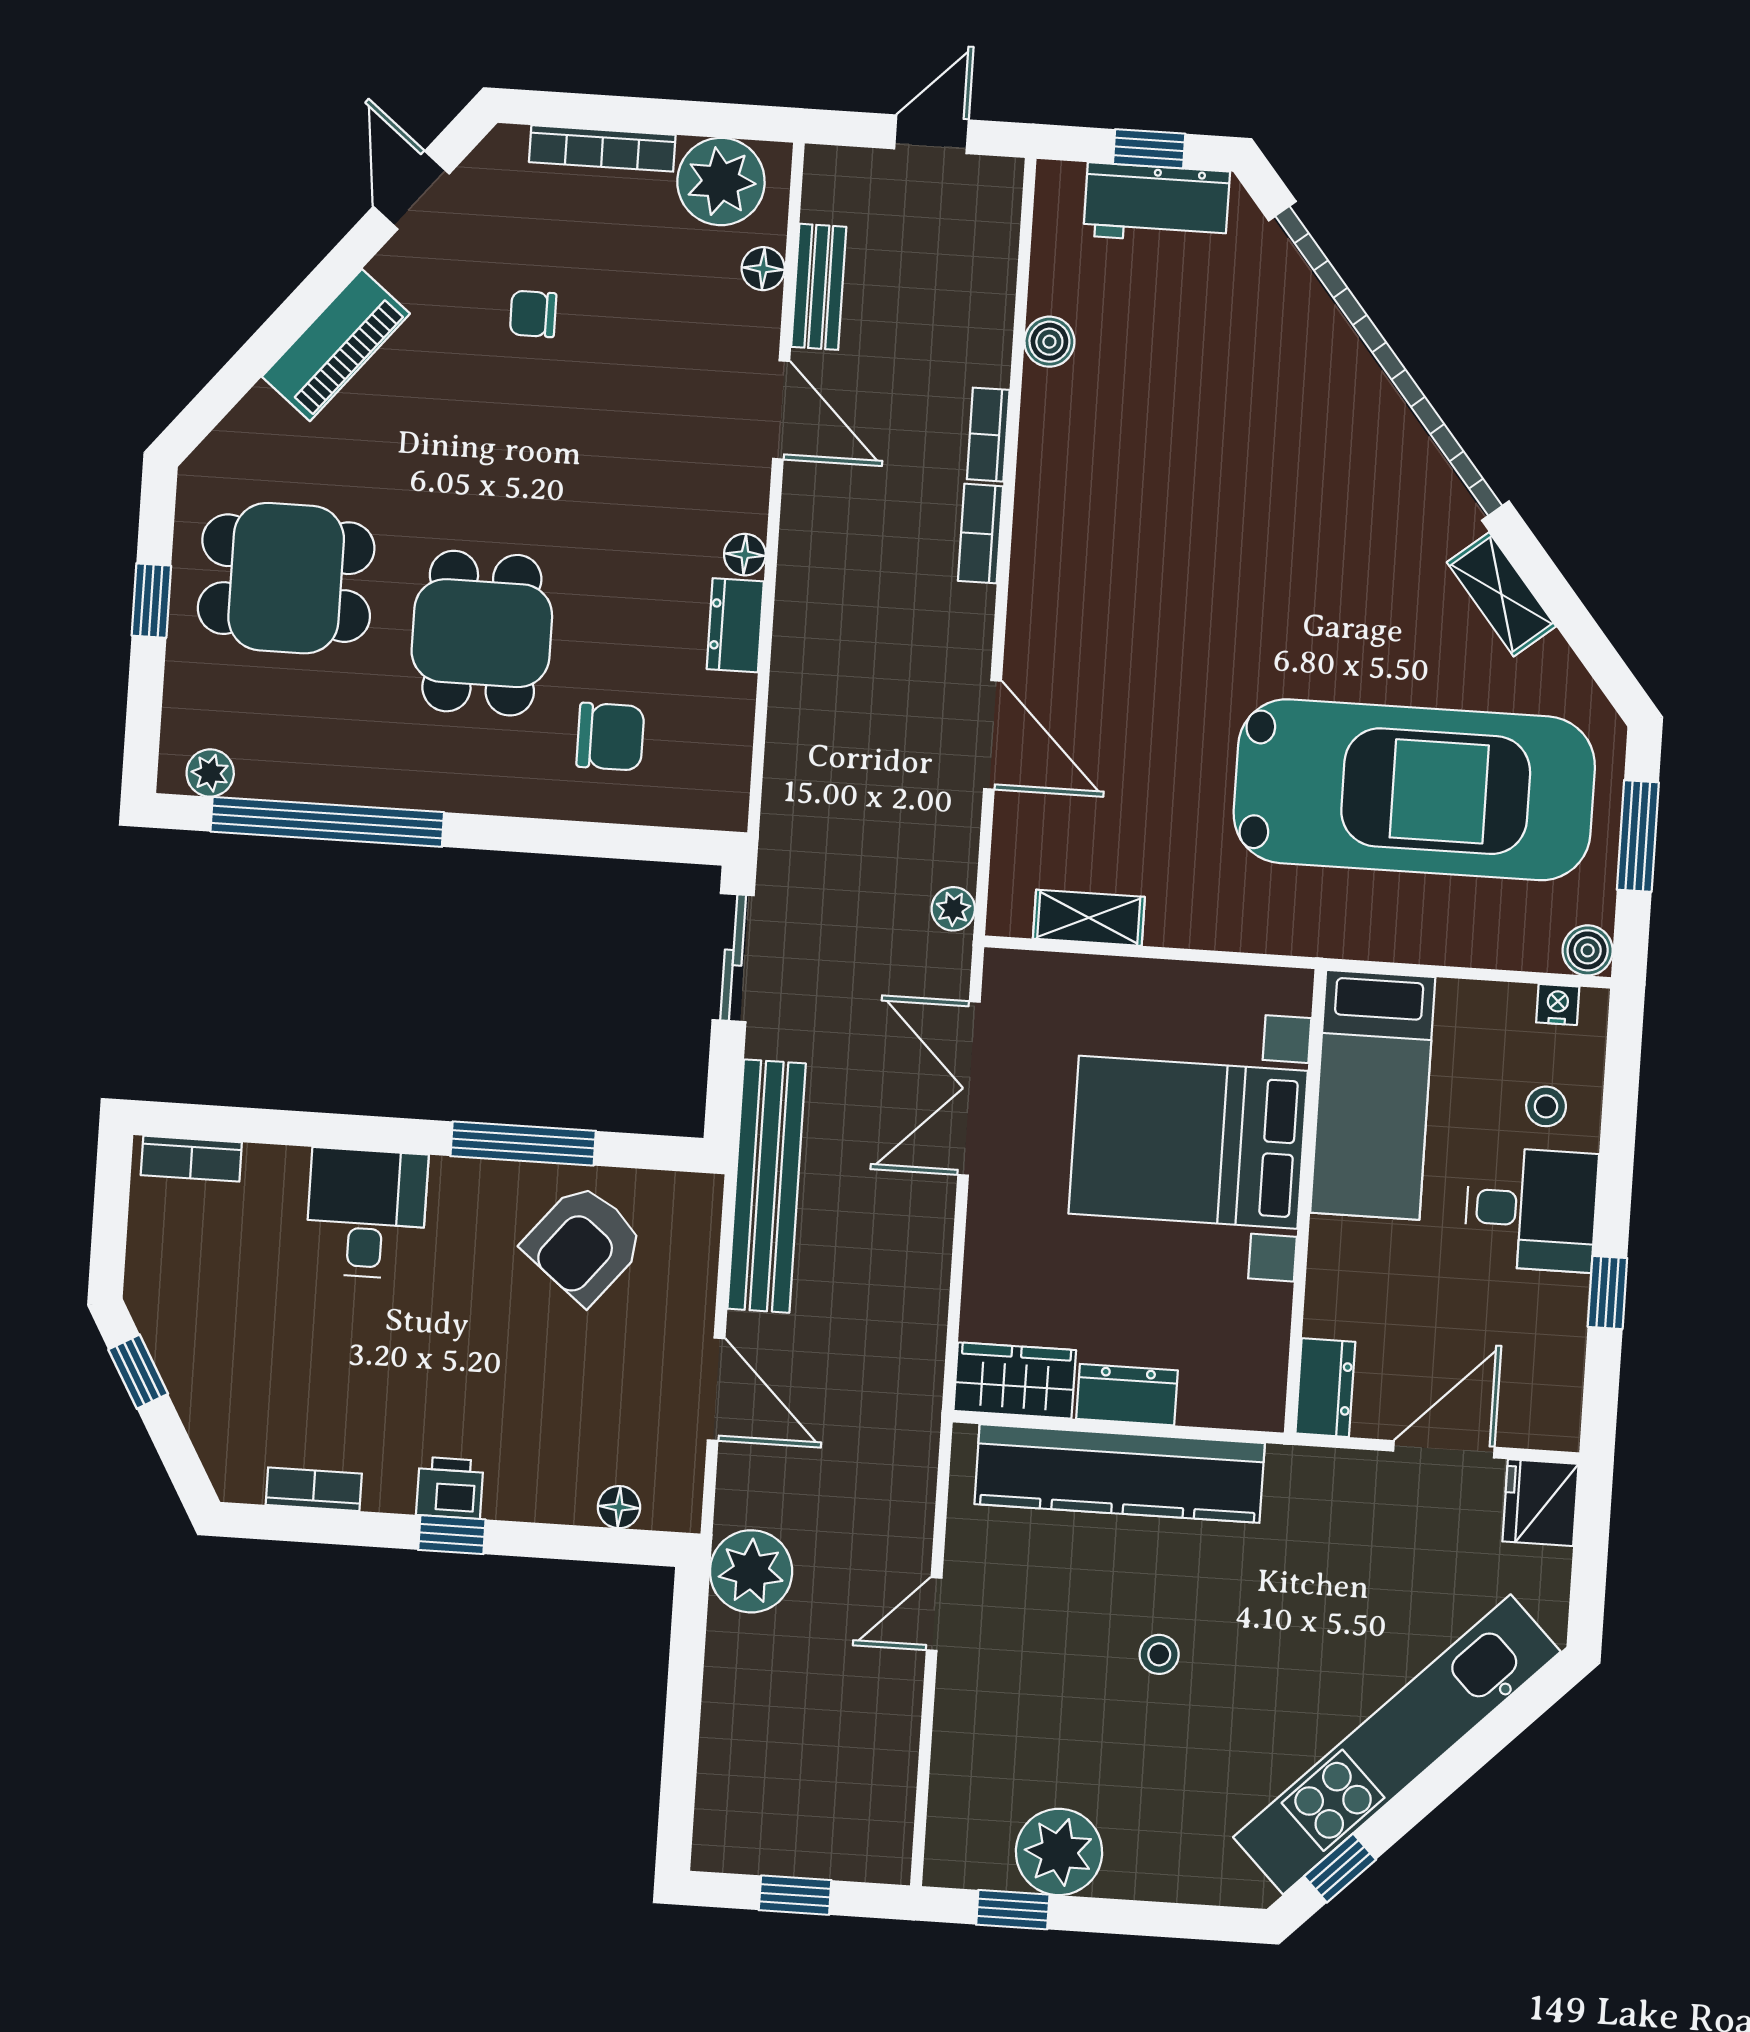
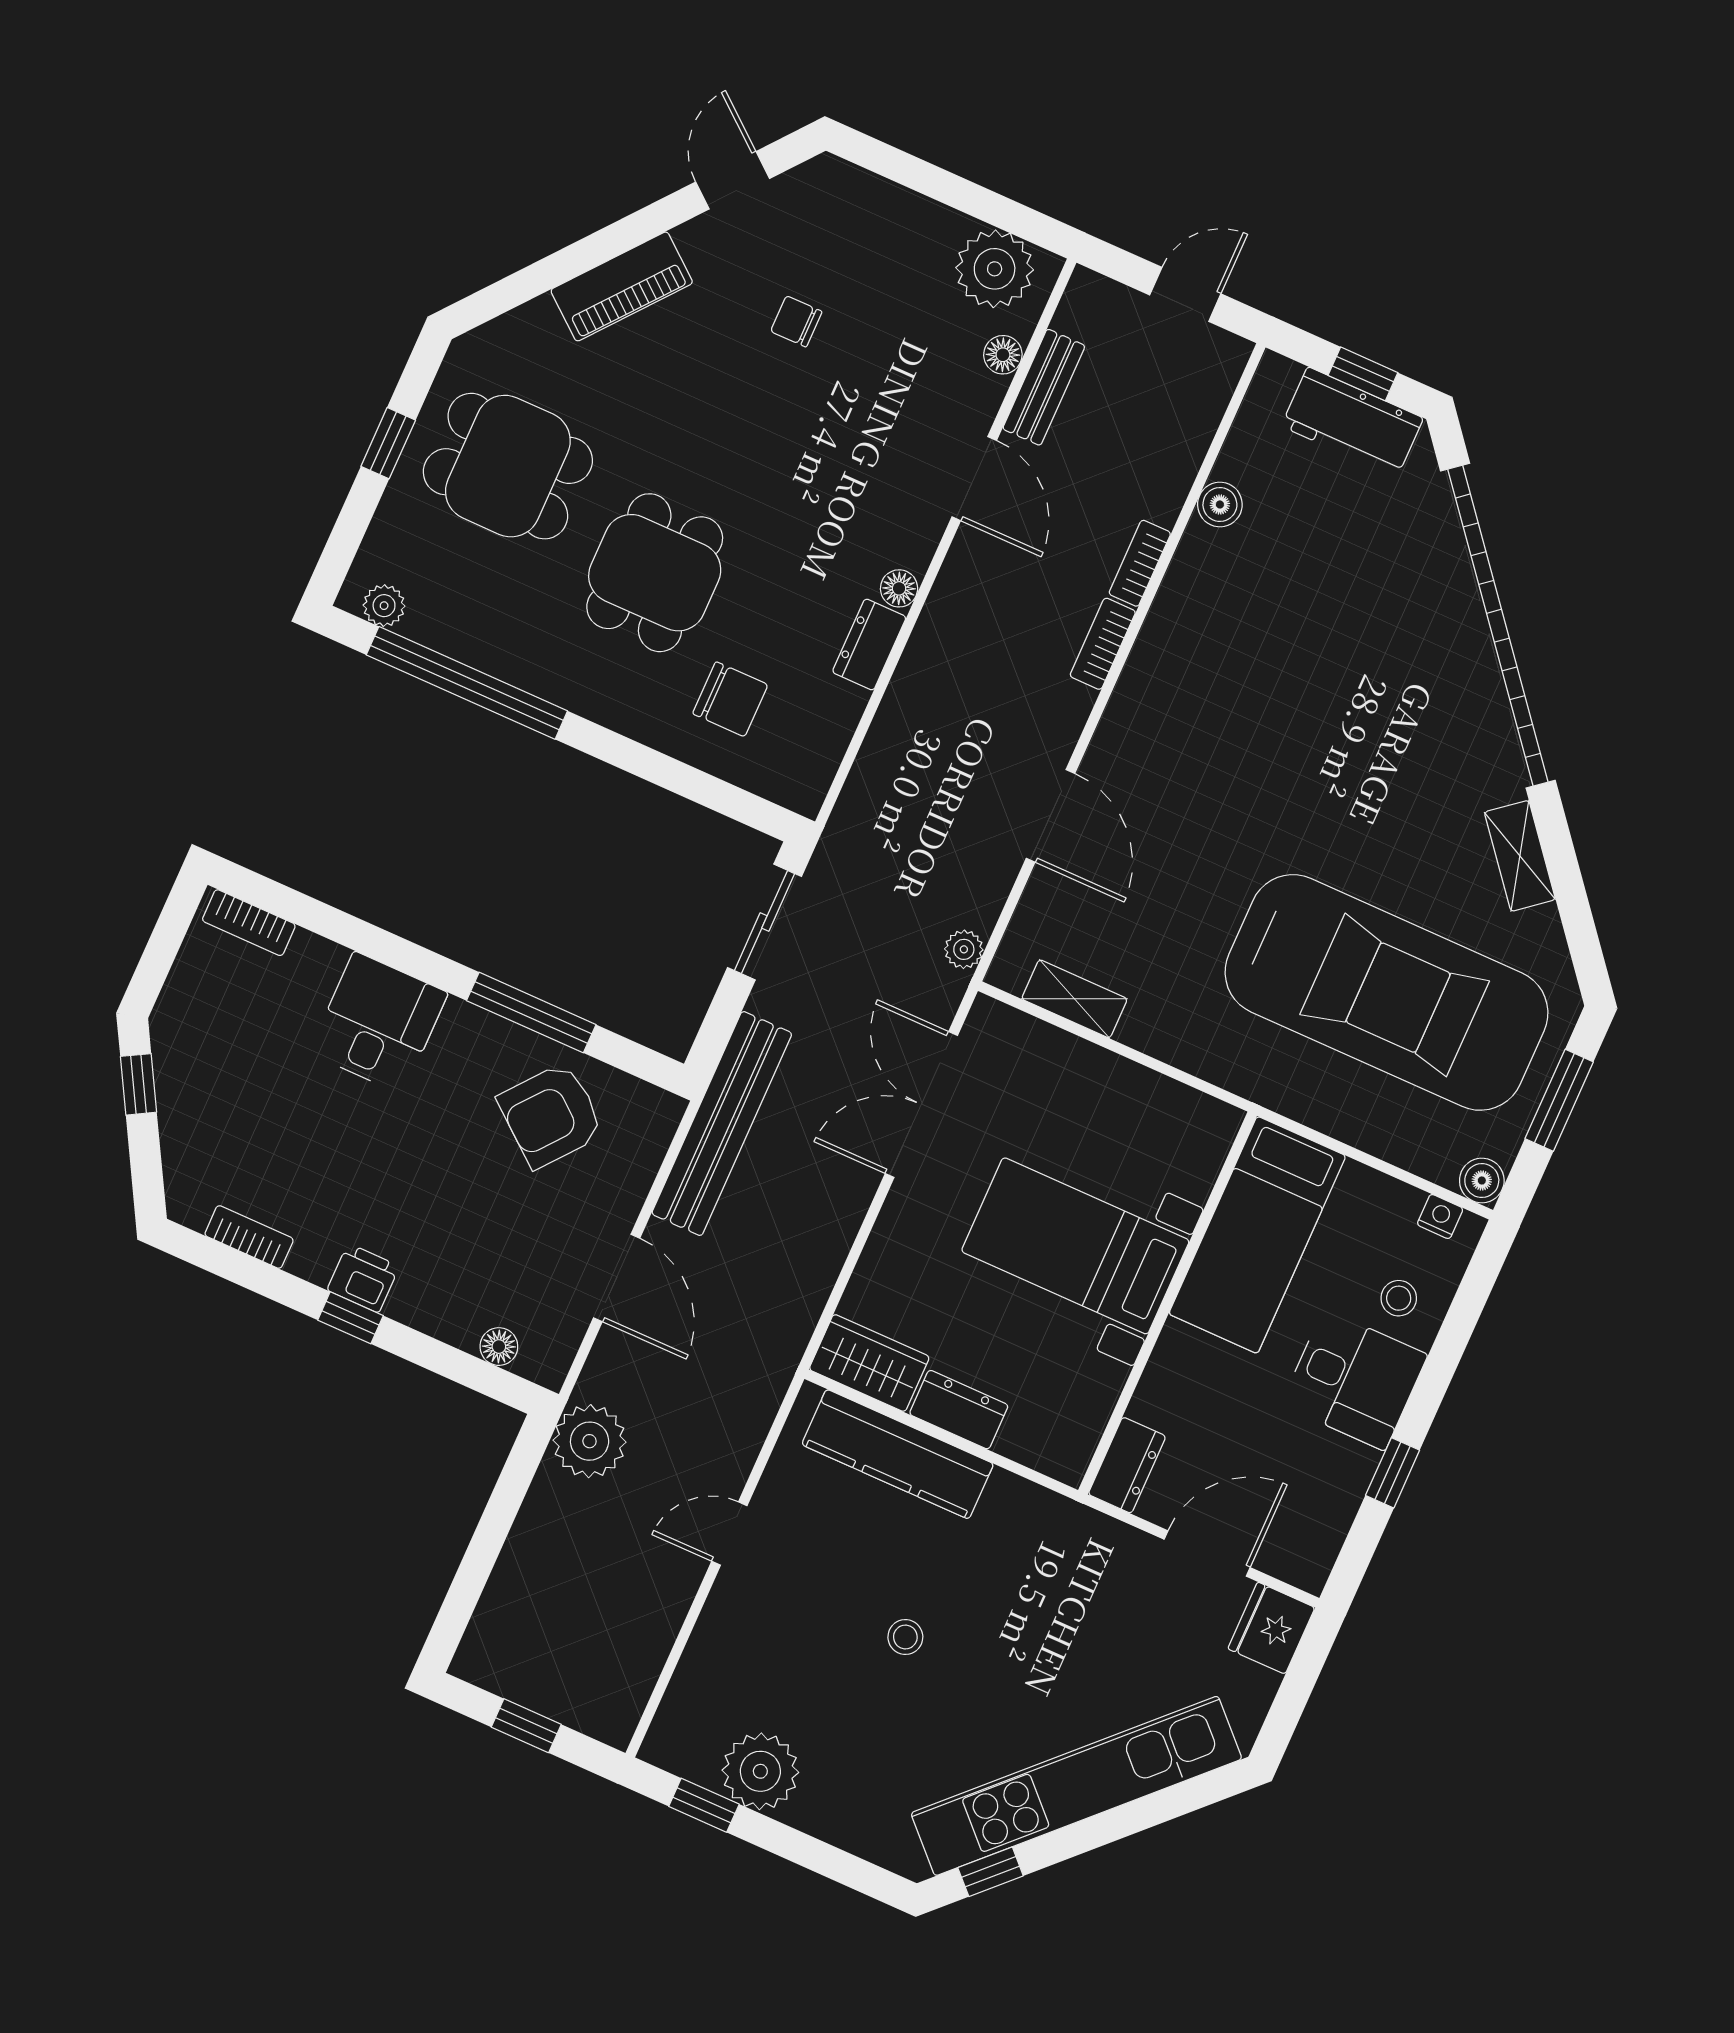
bookcase: (602, 148) -> (905, 204), removed
bed with nightstands: (1188, 1142) -> (1075, 1246), width x0.73
kitchen counter: (1120, 1474) -> (898, 1454), width x0.72, depth x0.86

